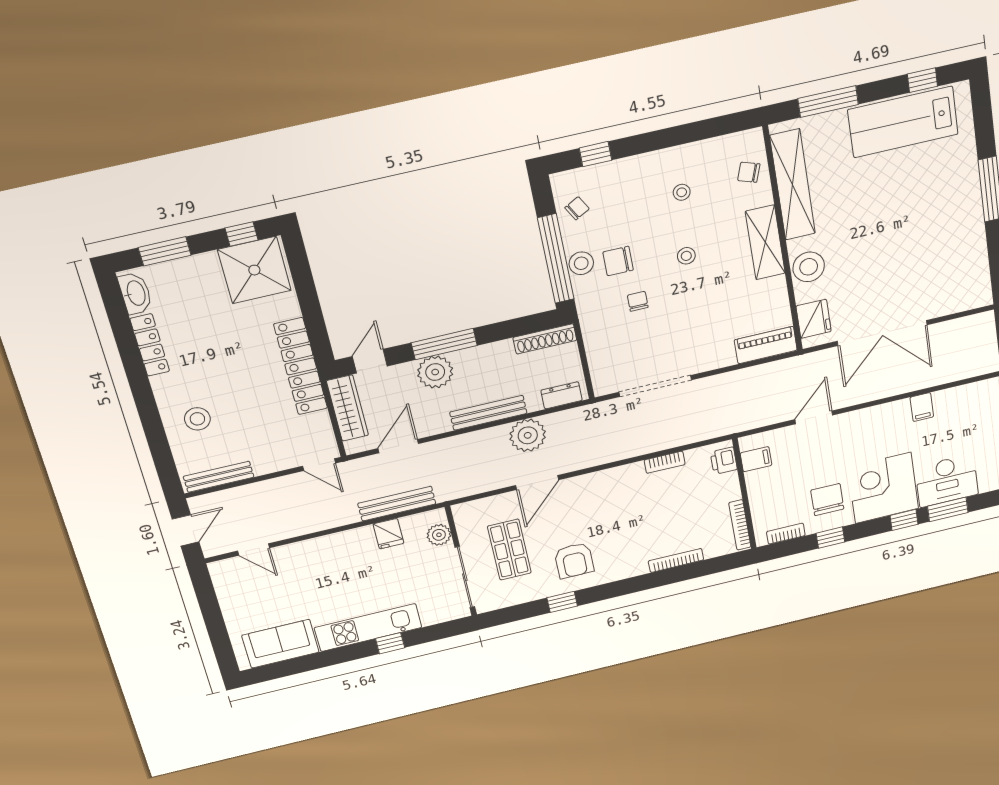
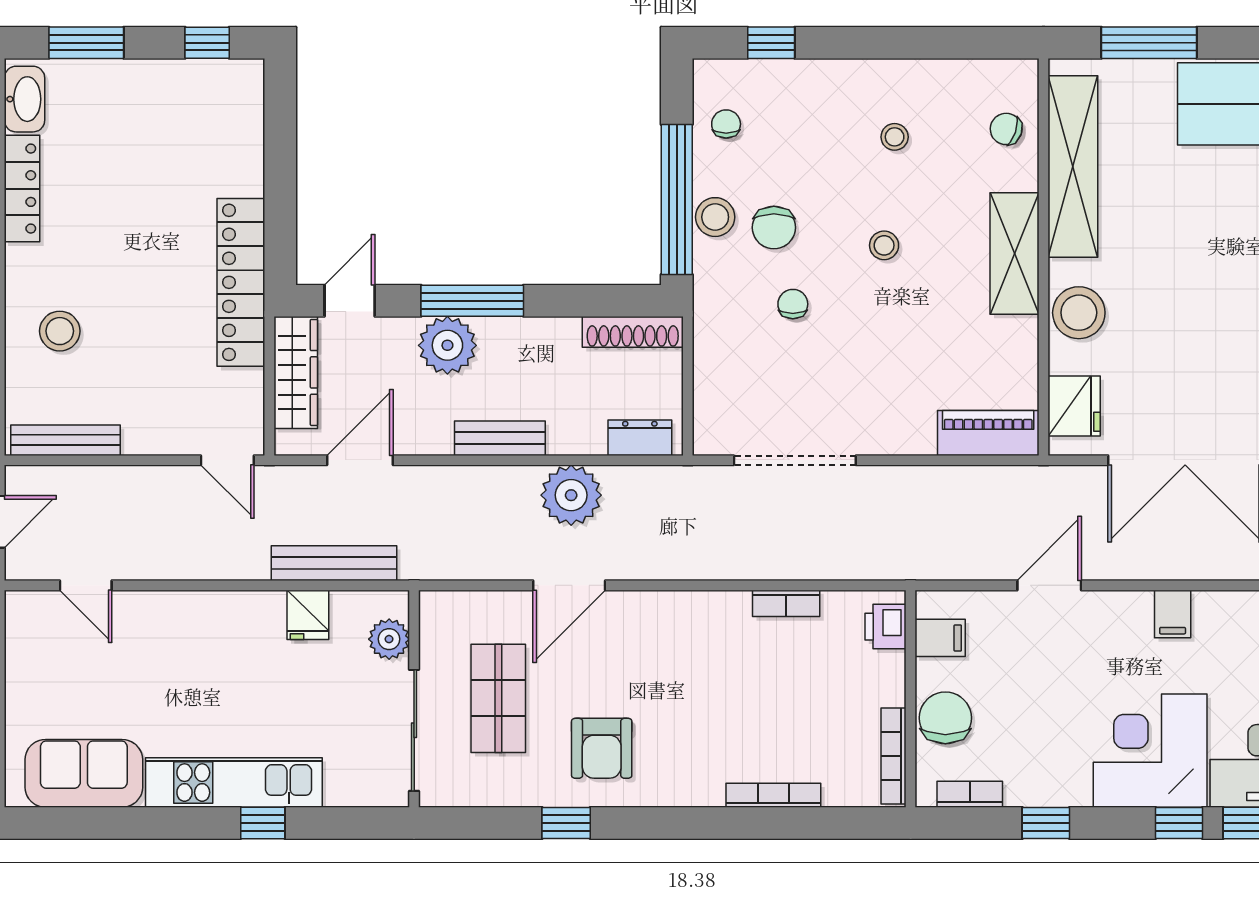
chair: (577, 208) -> (726, 124), turned -61
chair: (618, 261) -> (774, 228), turned -90
shower: (254, 270) -> (211, 105), removed
filing cabinet: (922, 407) -> (1173, 614), moved
bench: (488, 413) -> (500, 438), width x0.73
chair: (827, 500) -> (945, 718), moved

